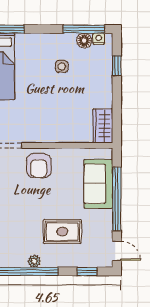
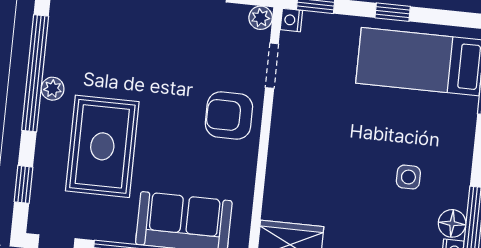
rug: (62, 232) -> (102, 146), width x1.36, depth x1.43

